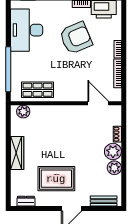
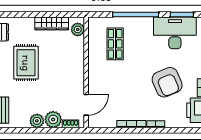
window: (8, 23) -> (182, 15), added
wall: (66, 103) -> (86, 72), moved
door: (98, 103) -> (86, 105), moved
plant: (23, 112) -> (78, 29), moved

